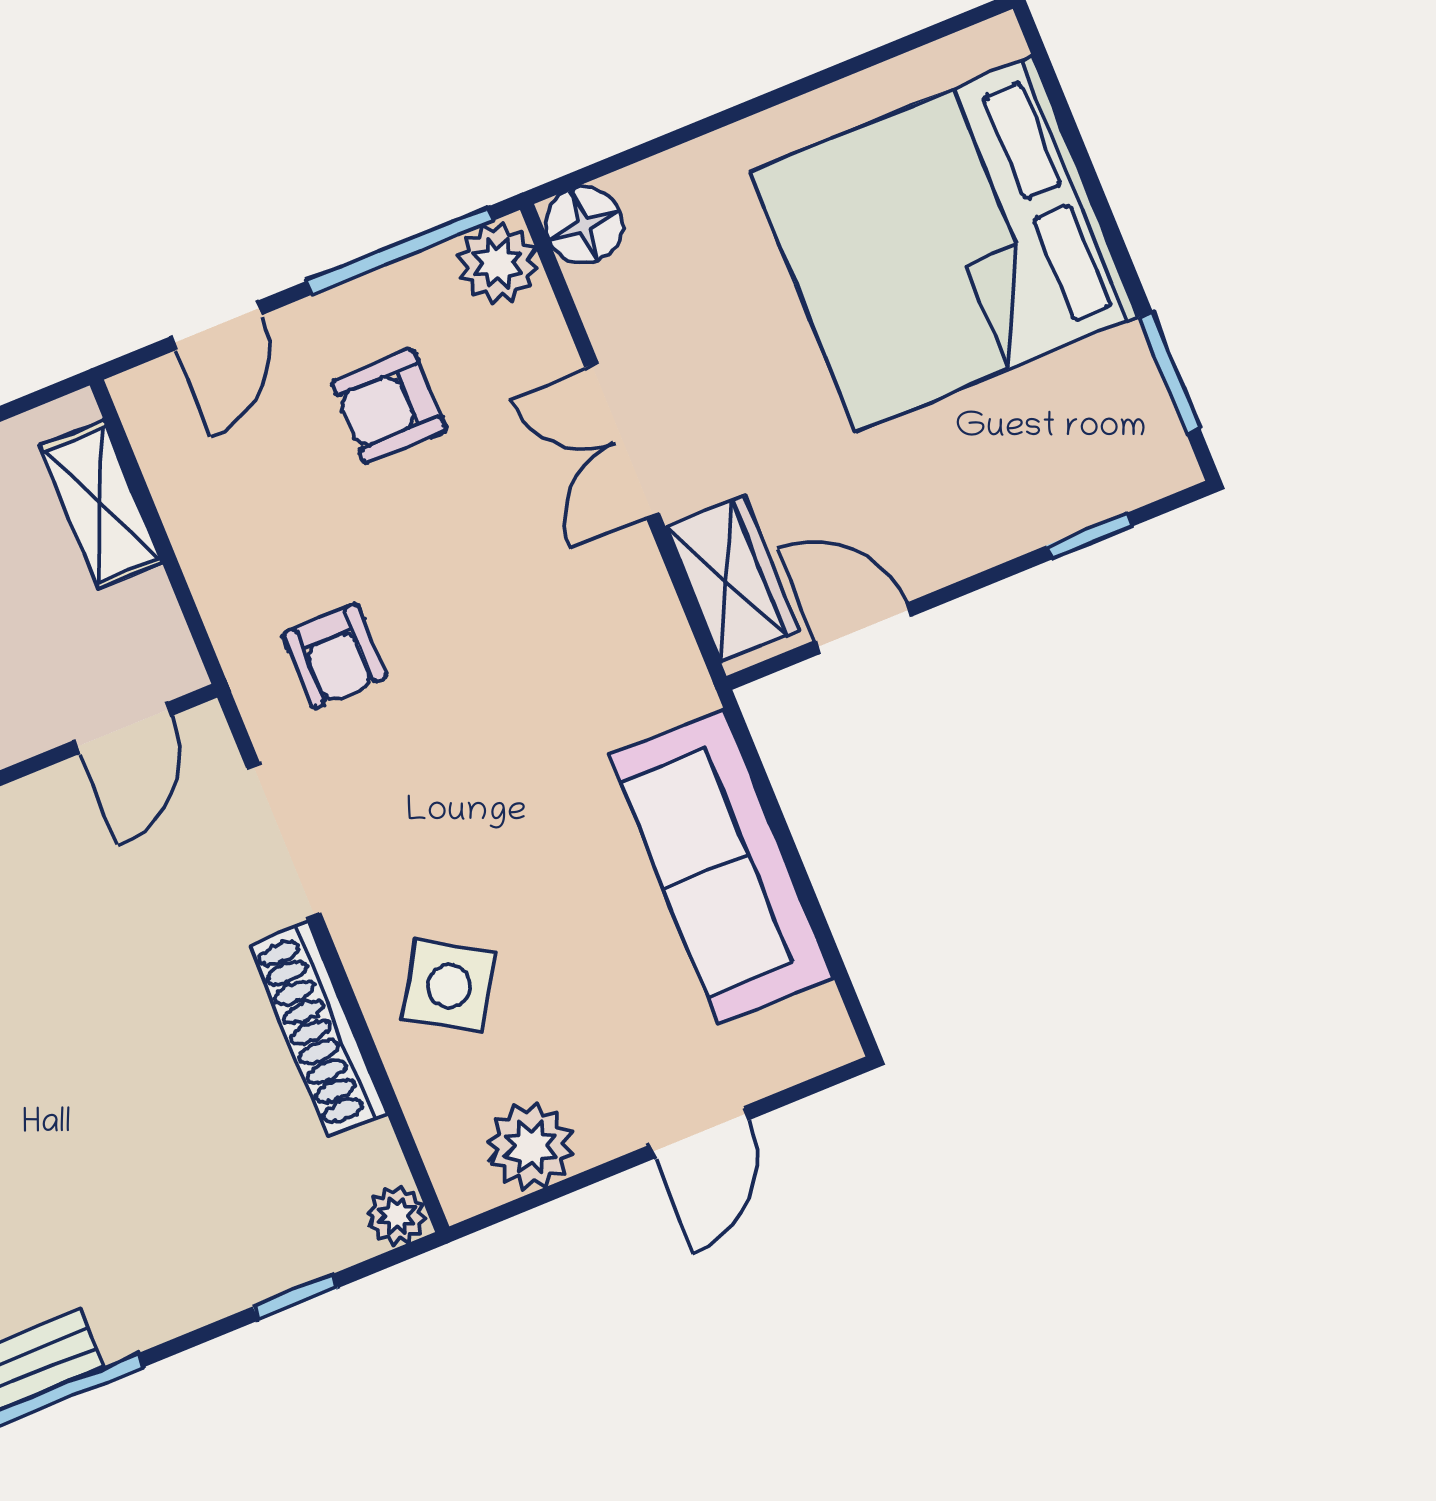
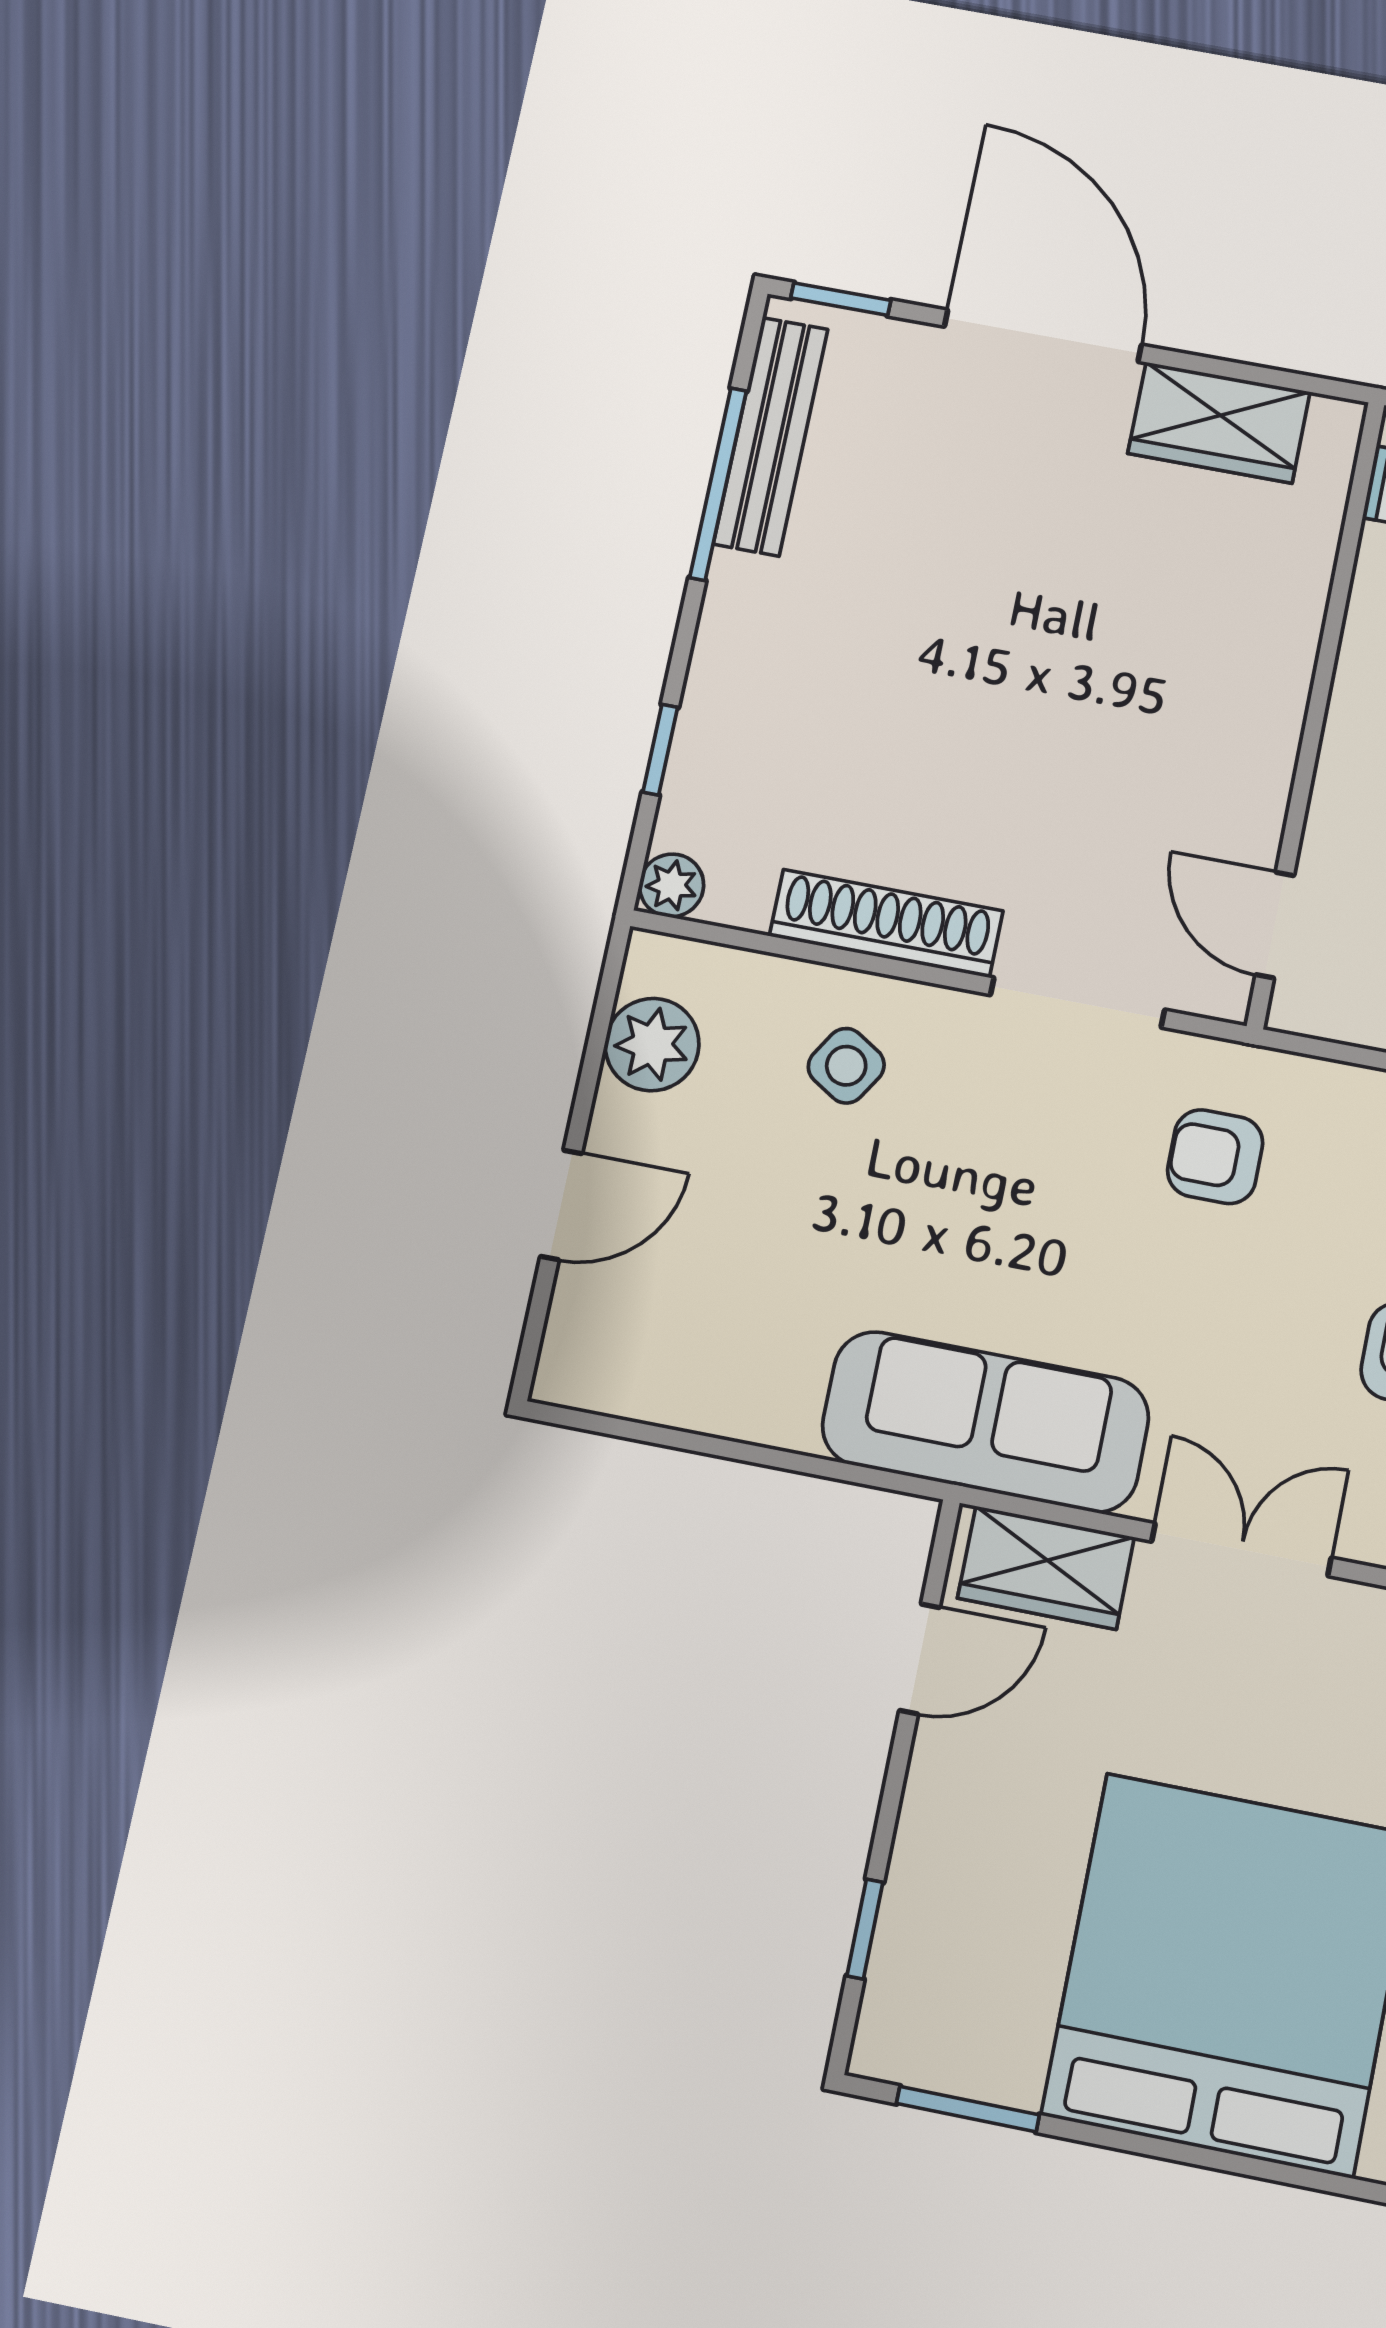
sofa: (721, 866) -> (985, 1422), moved
side table: (449, 986) -> (846, 1066), width x0.73, depth x0.73
door: (699, 1132) -> (561, 1205), swing flipped

